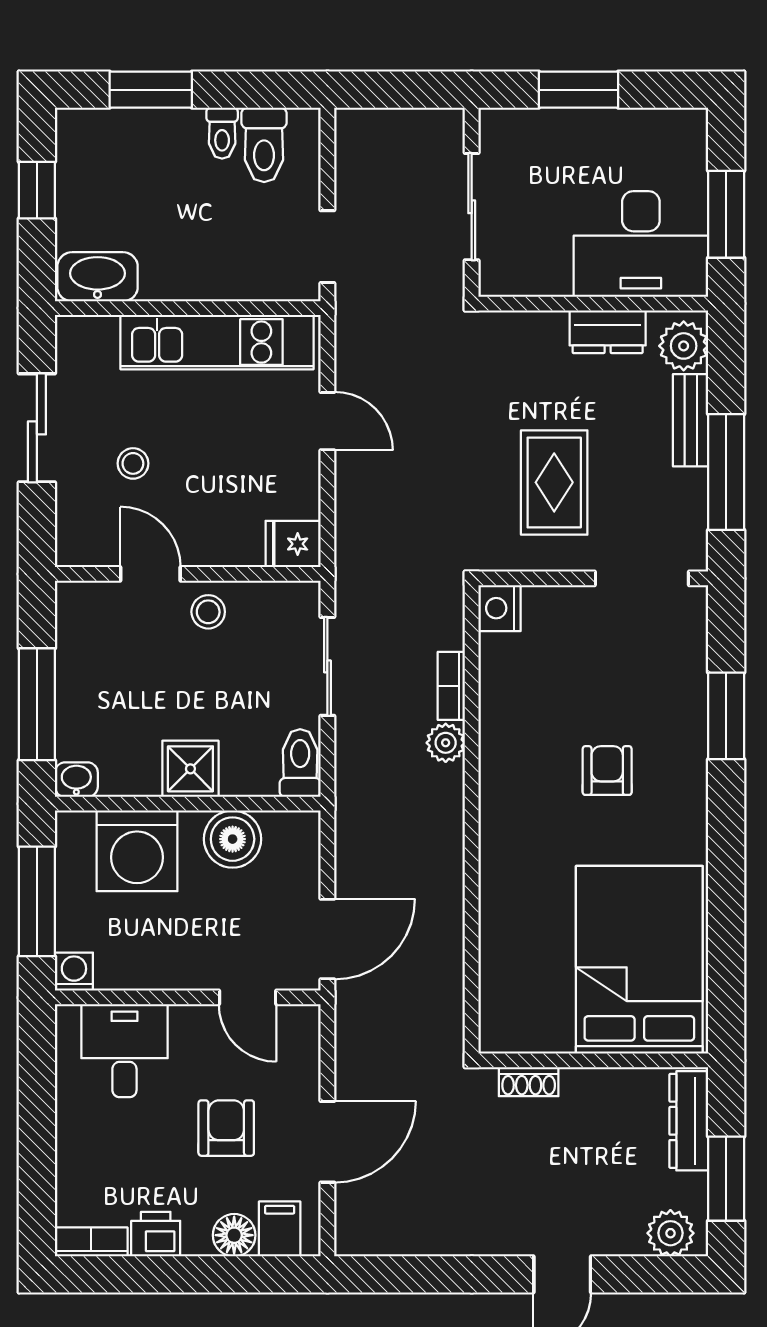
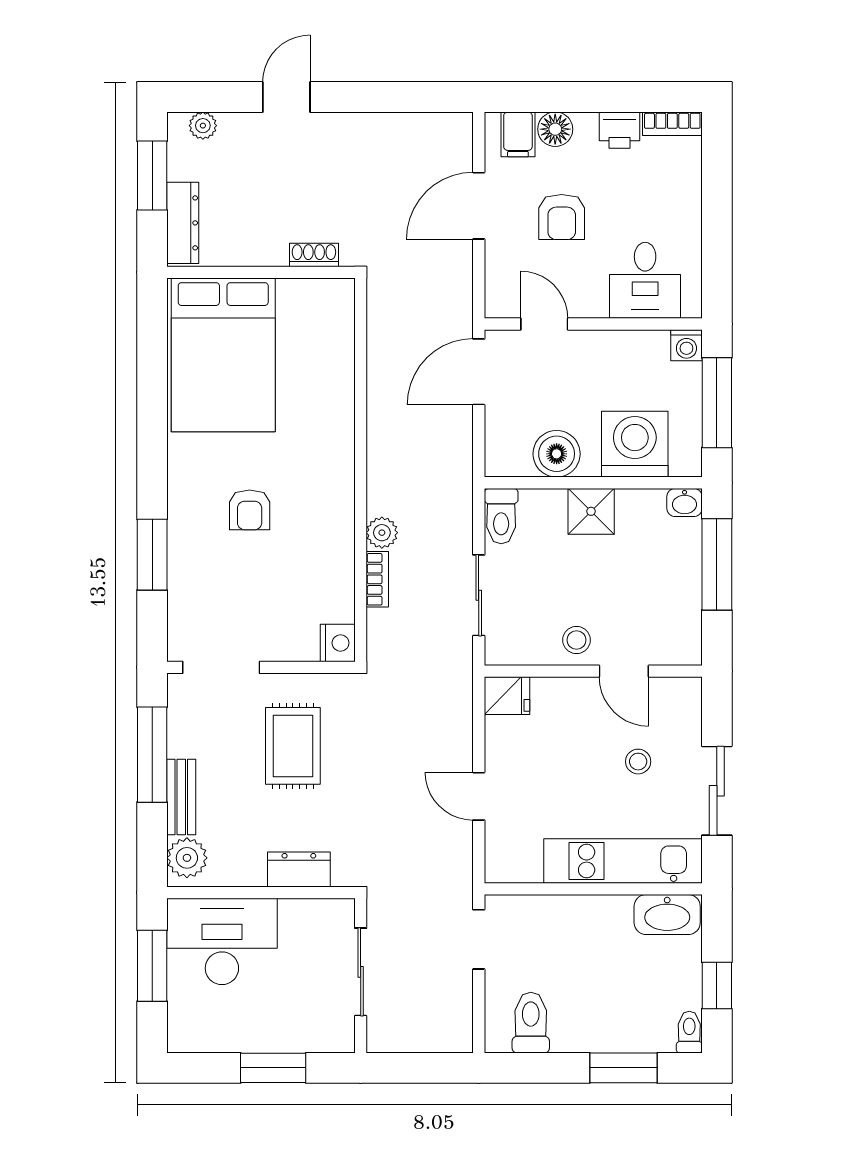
toilet: (222, 133) -> (689, 1032), moved
dresser: (608, 332) -> (299, 869), moved
kitchen unit: (217, 342) -> (623, 861), moved
plant: (670, 1233) -> (203, 126), width x0.73, depth x0.73

